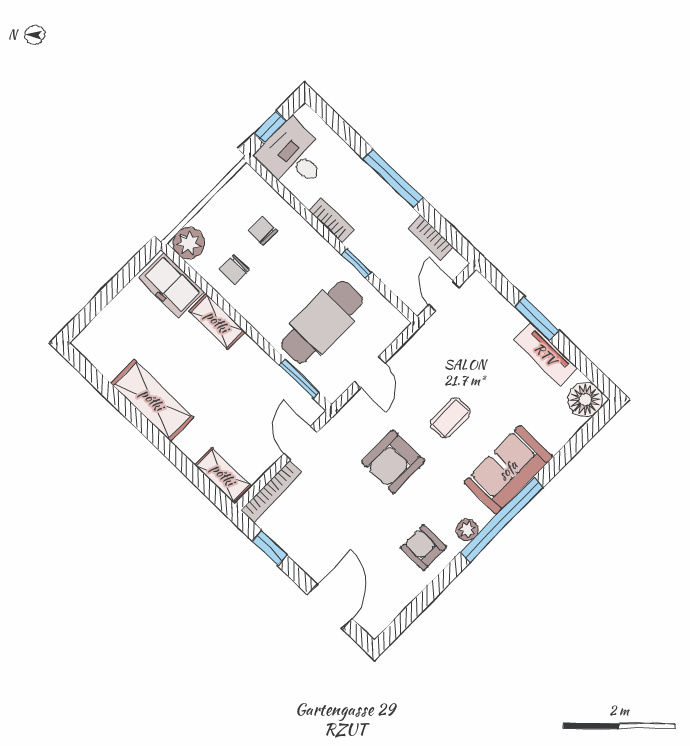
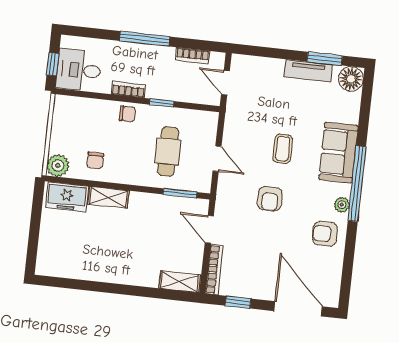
chair: (263, 231) -> (127, 114), moved, turned 180
window: (537, 319) -> (325, 59), moved
cafe table: (322, 322) -> (168, 151), width x0.73, depth x0.74
shelving: (152, 400) -> (107, 271), removed
armchair: (393, 462) -> (270, 199), width x0.72, depth x0.72
door: (330, 607) -> (298, 309), width x1.36

